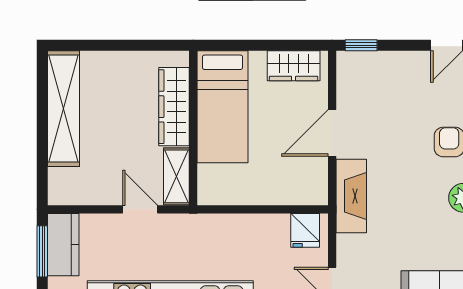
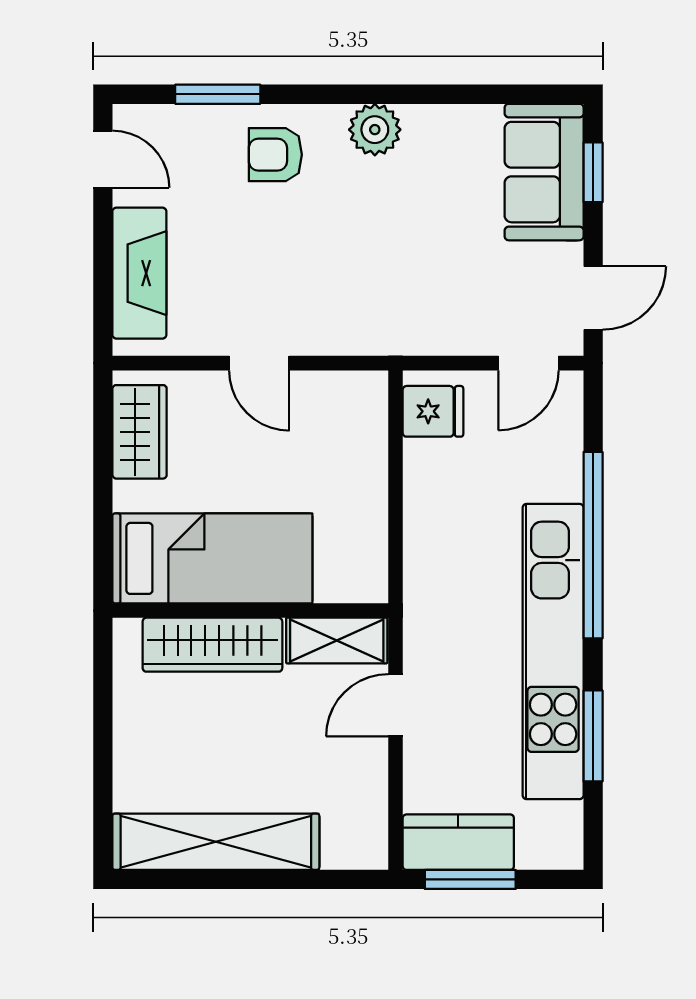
window: (361, 45) -> (103, 311), removed
door: (332, 133) -> (259, 363), width x0.73
fireplace: (351, 196) -> (139, 273), moved, turned 90

